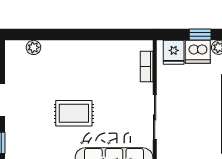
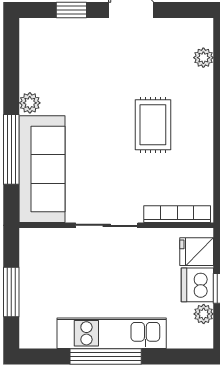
bookcase: (147, 66) -> (177, 214), width x1.56
rug: (74, 113) -> (153, 125), moved

